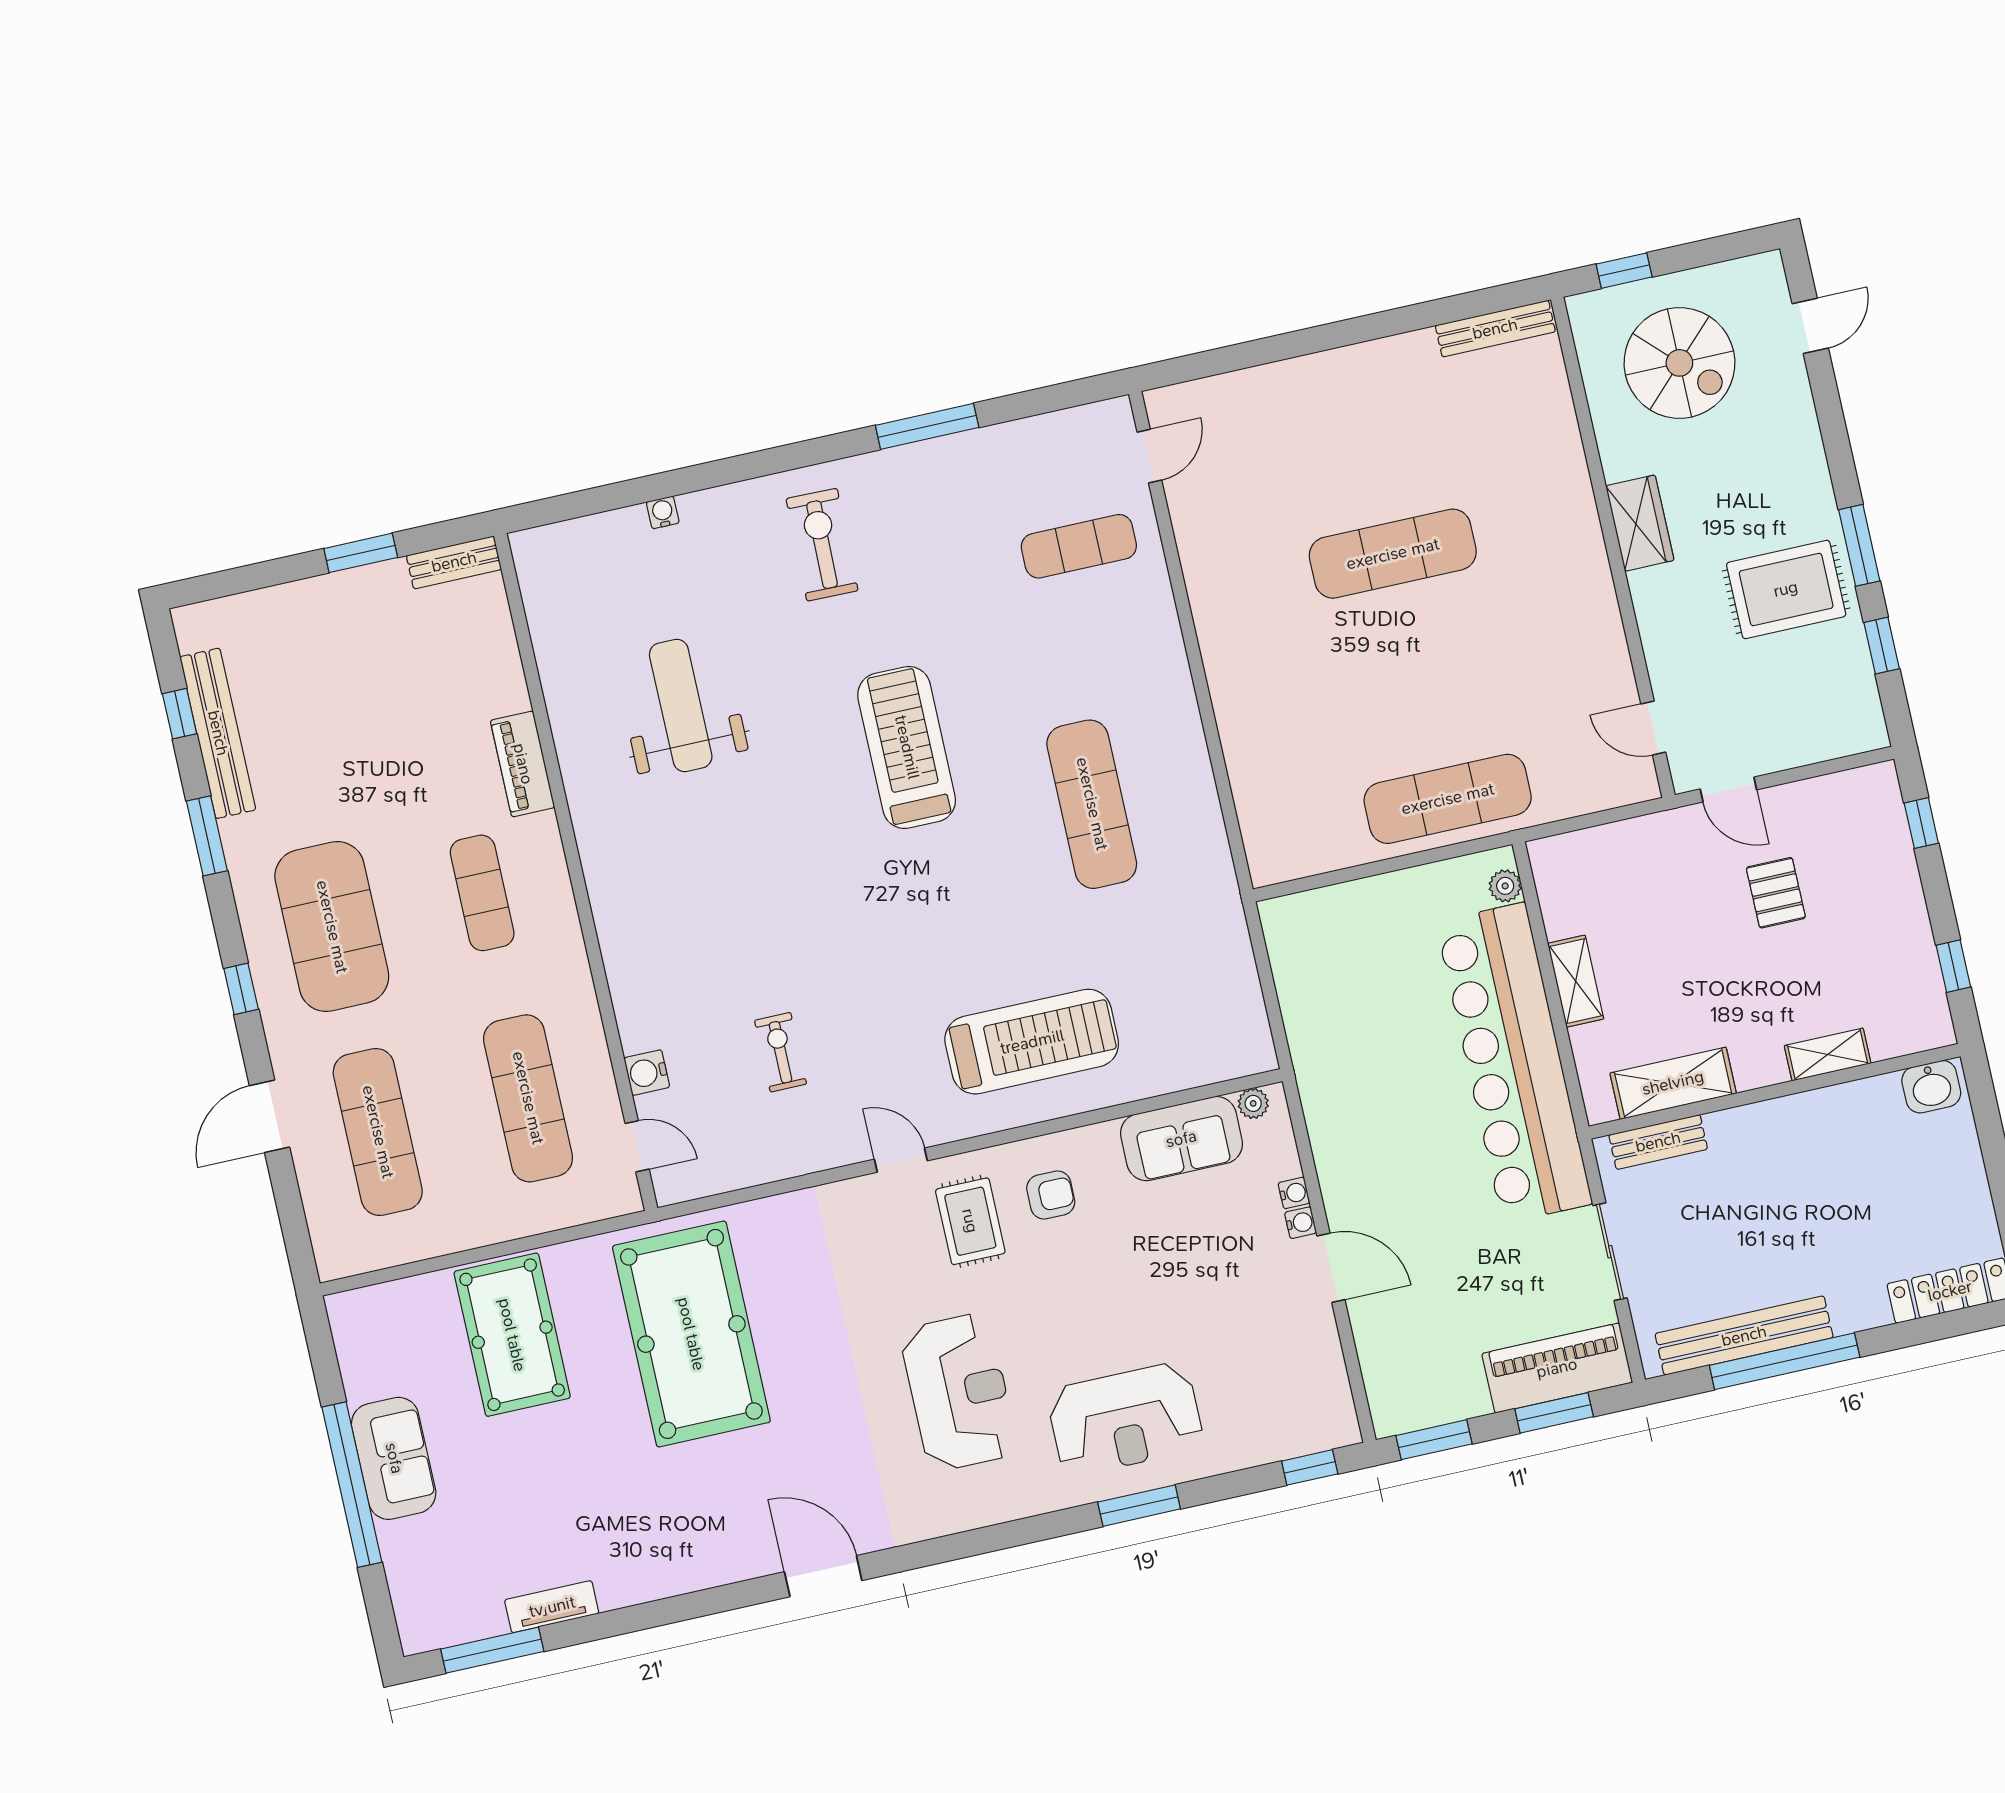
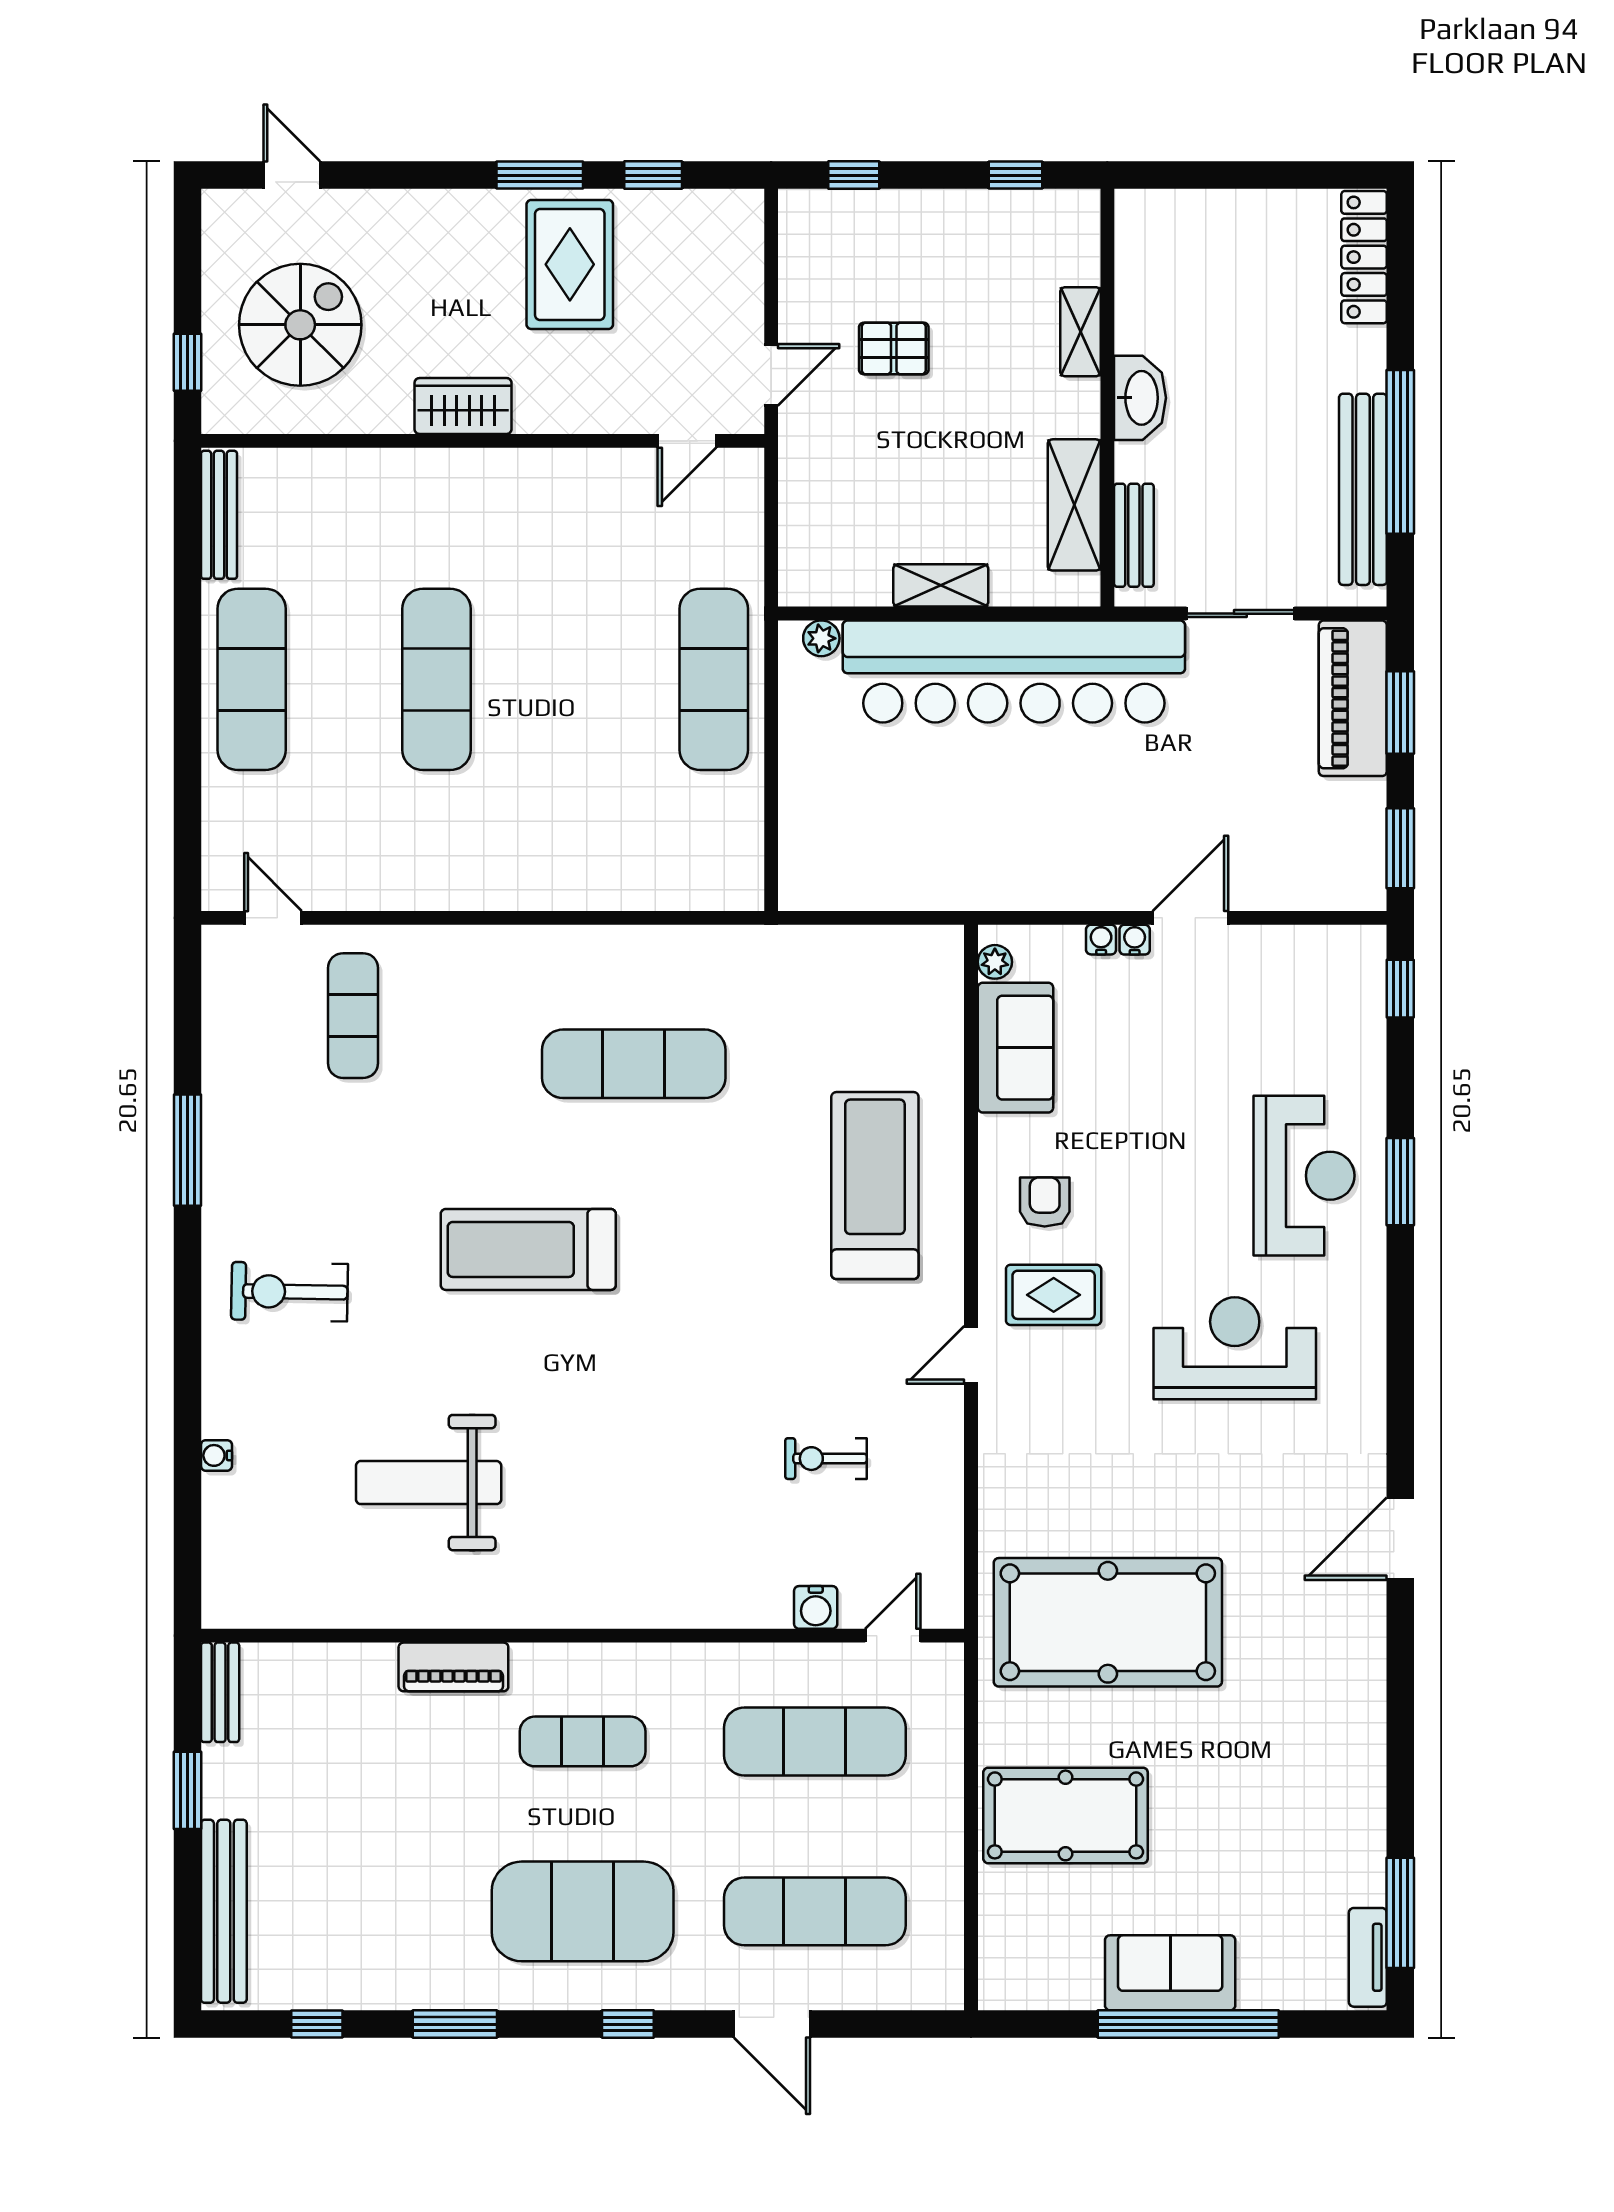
exercise mat: (1356, 390) -> (252, 679), added
bench: (218, 733) -> (224, 1911), moved, turned 90
washbasin: (1931, 1087) -> (1140, 398), moved, width x1.38
tv unit: (552, 1607) -> (1368, 1957), moved

